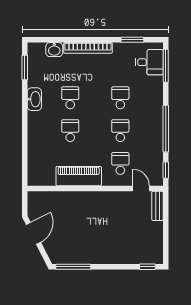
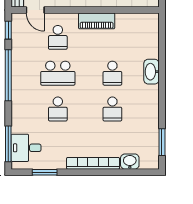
washbasin: (34, 99) -> (151, 72), moved
school desk: (120, 131) -> (58, 73), width x1.85
piano: (79, 176) -> (97, 21), width x0.73, depth x0.75

